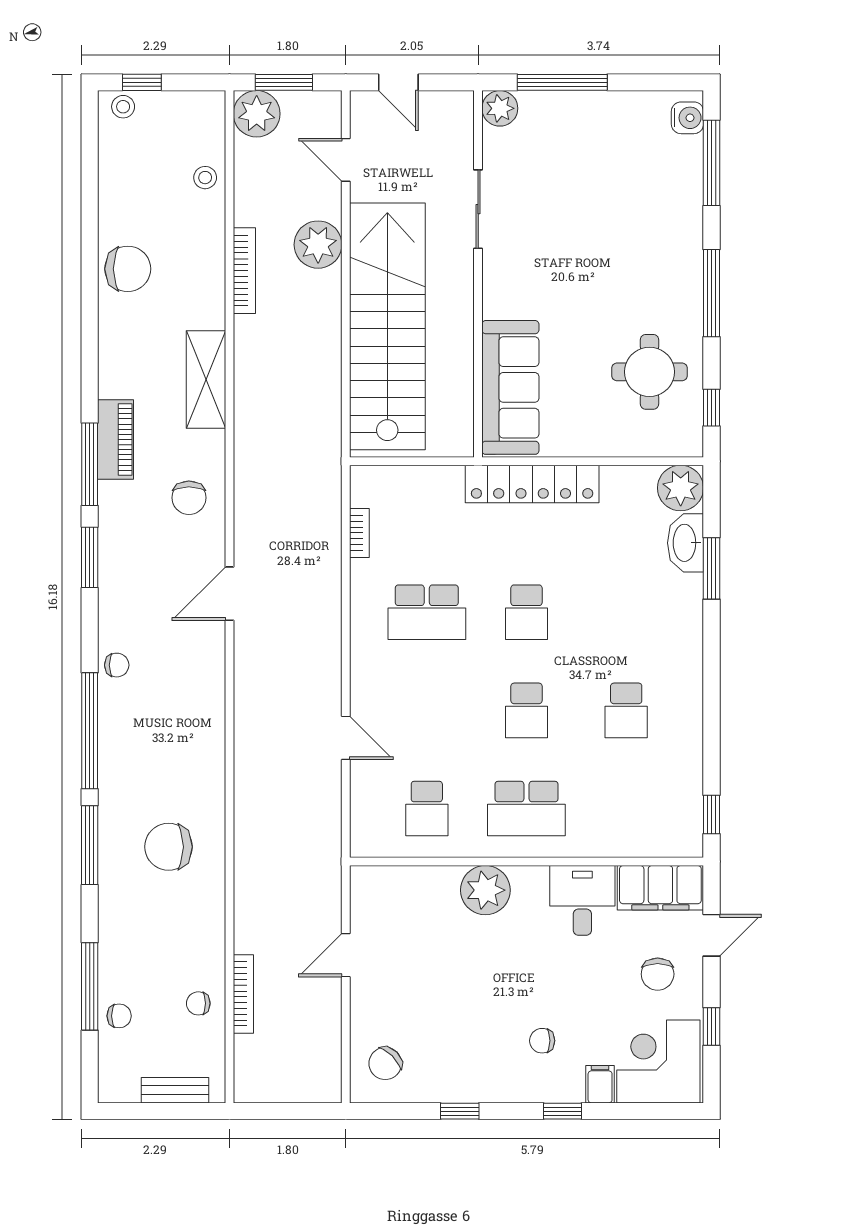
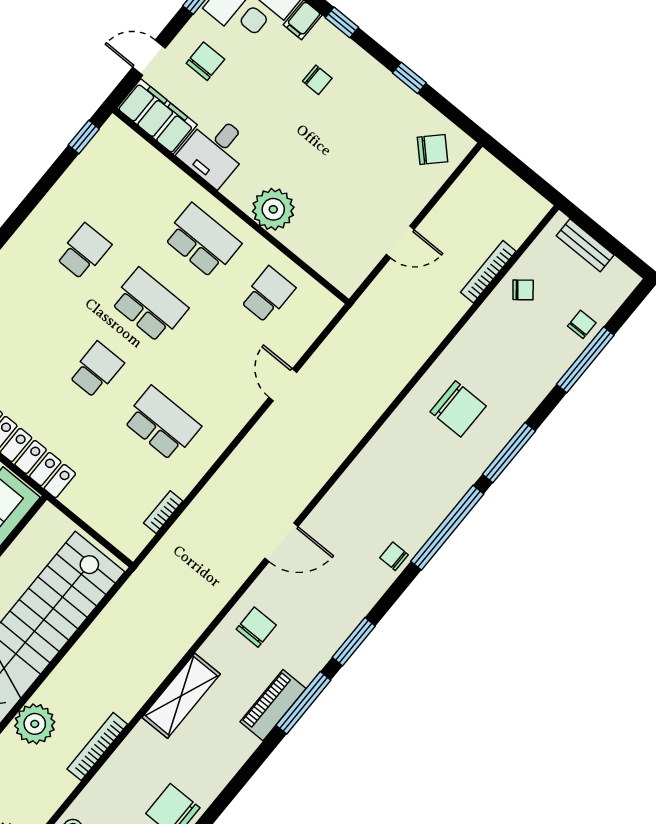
school desk: (526, 710) -> (149, 305), width x1.85
chair: (198, 1003) -> (523, 290), turned -39
chair: (119, 1016) -> (582, 324), turned 90

